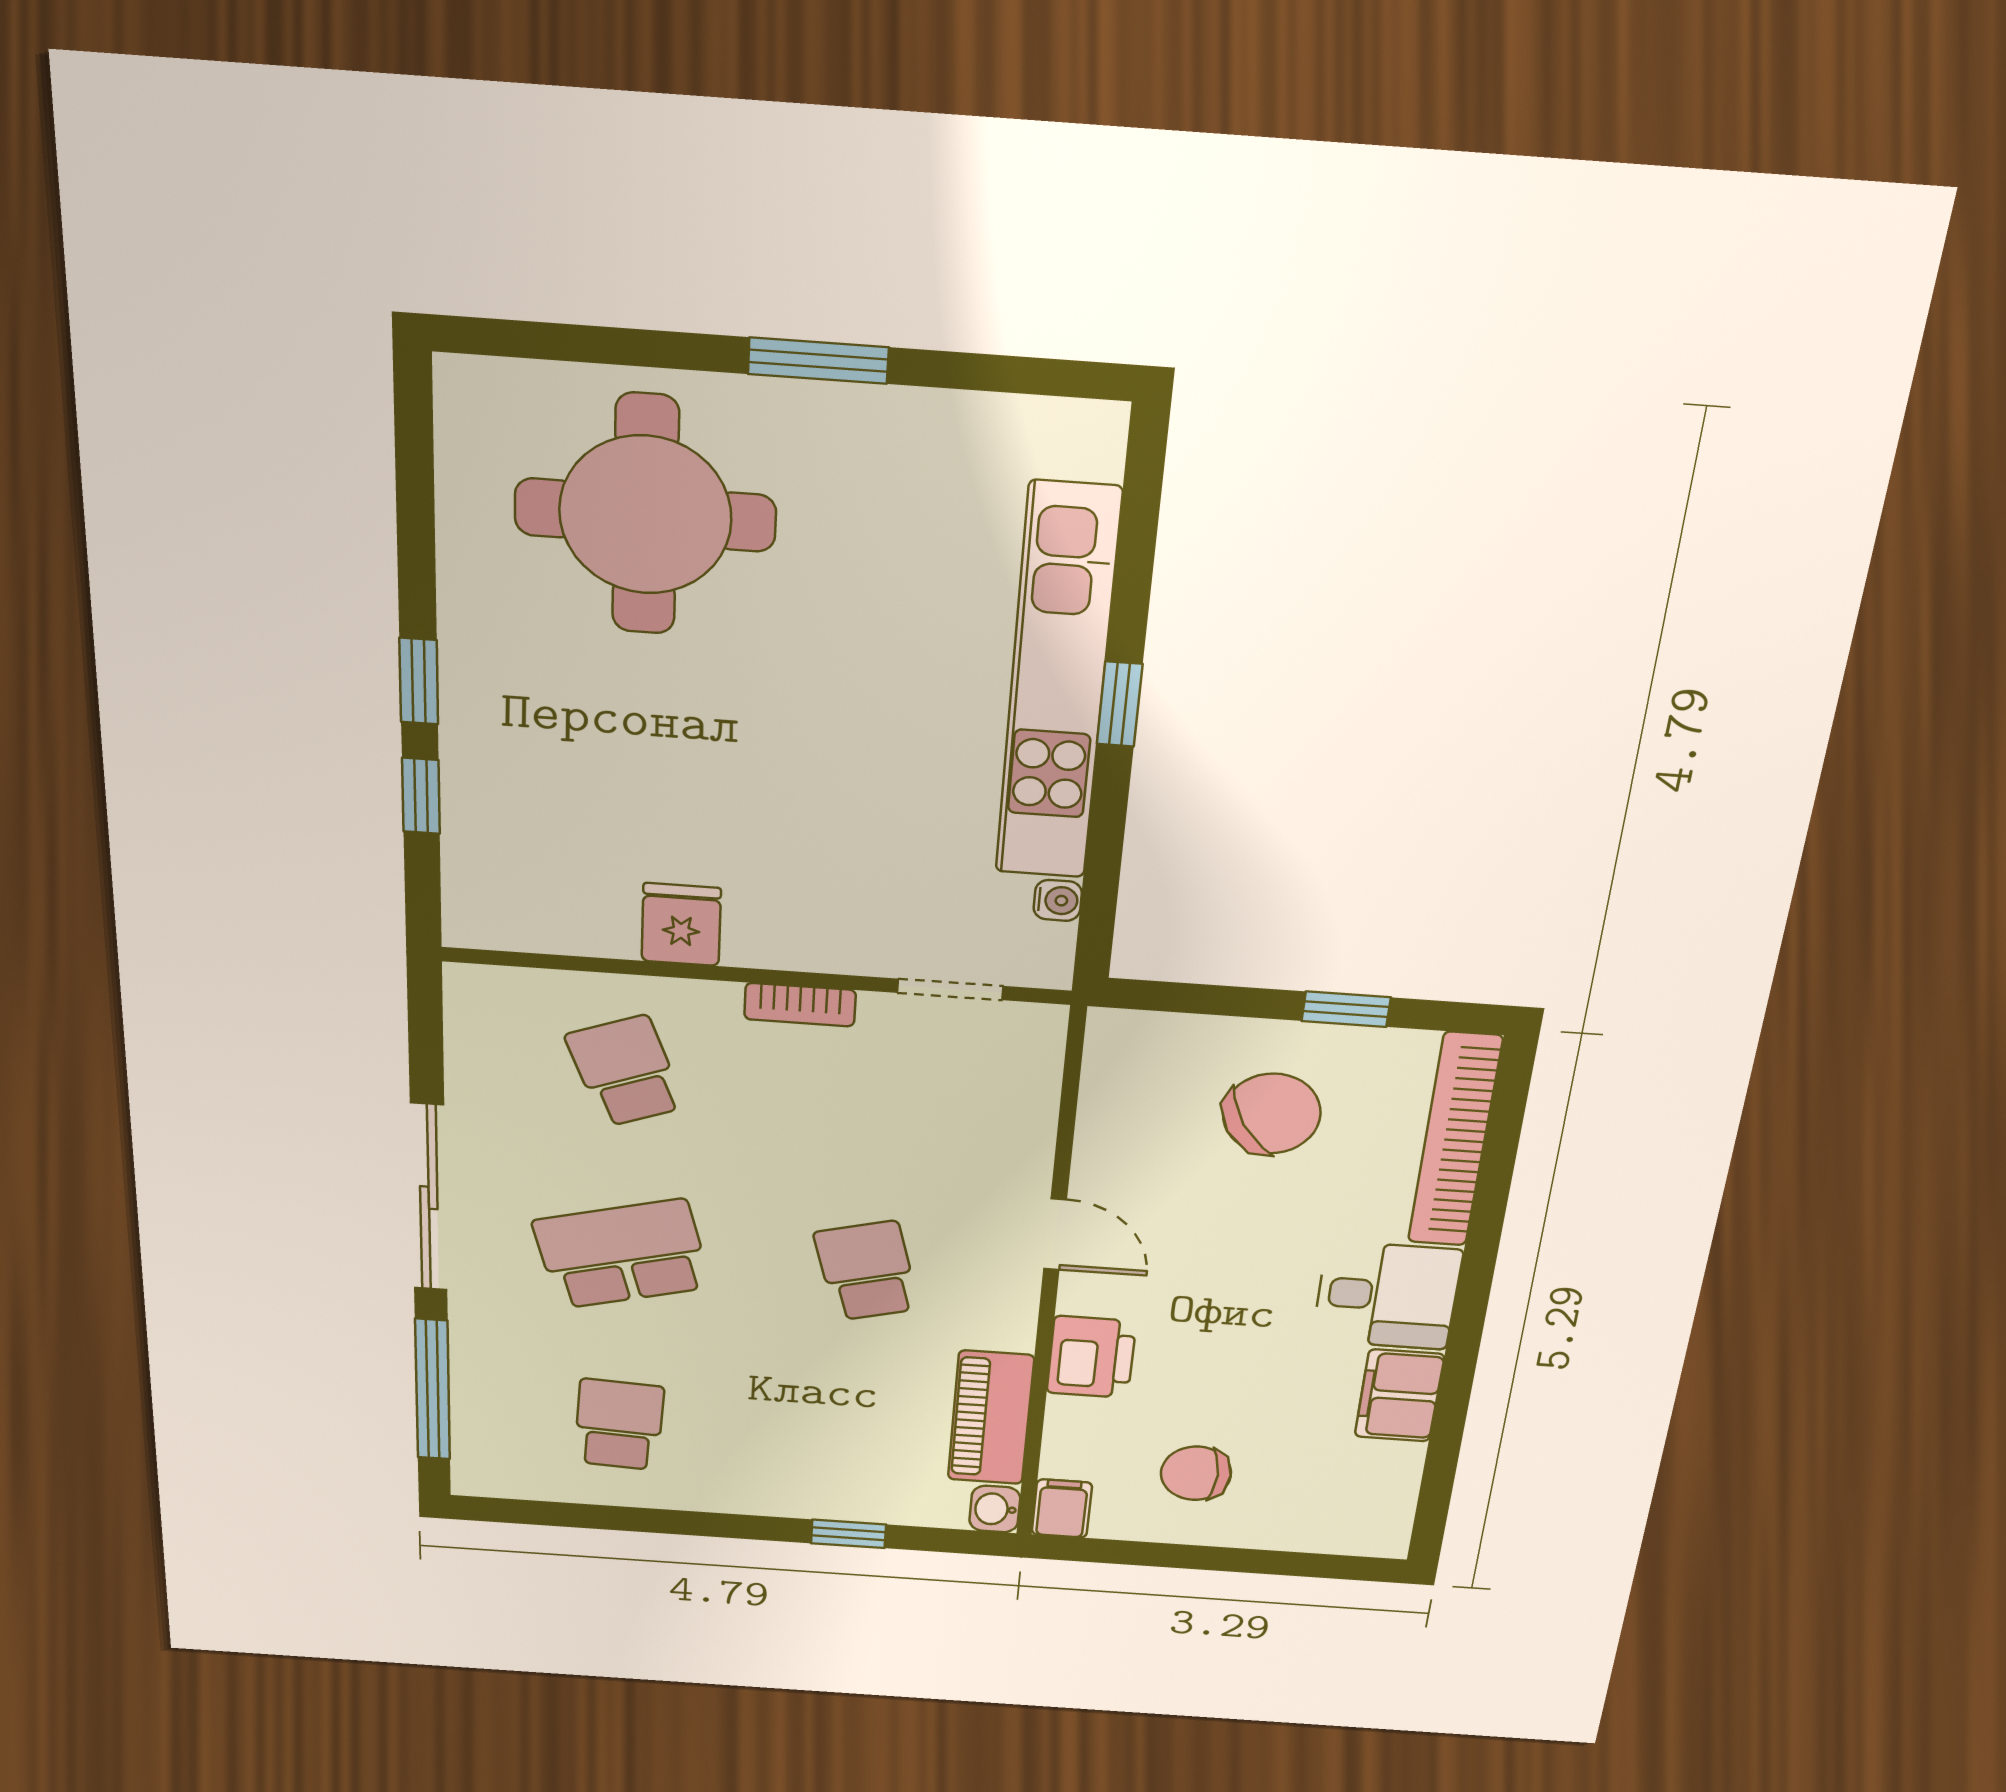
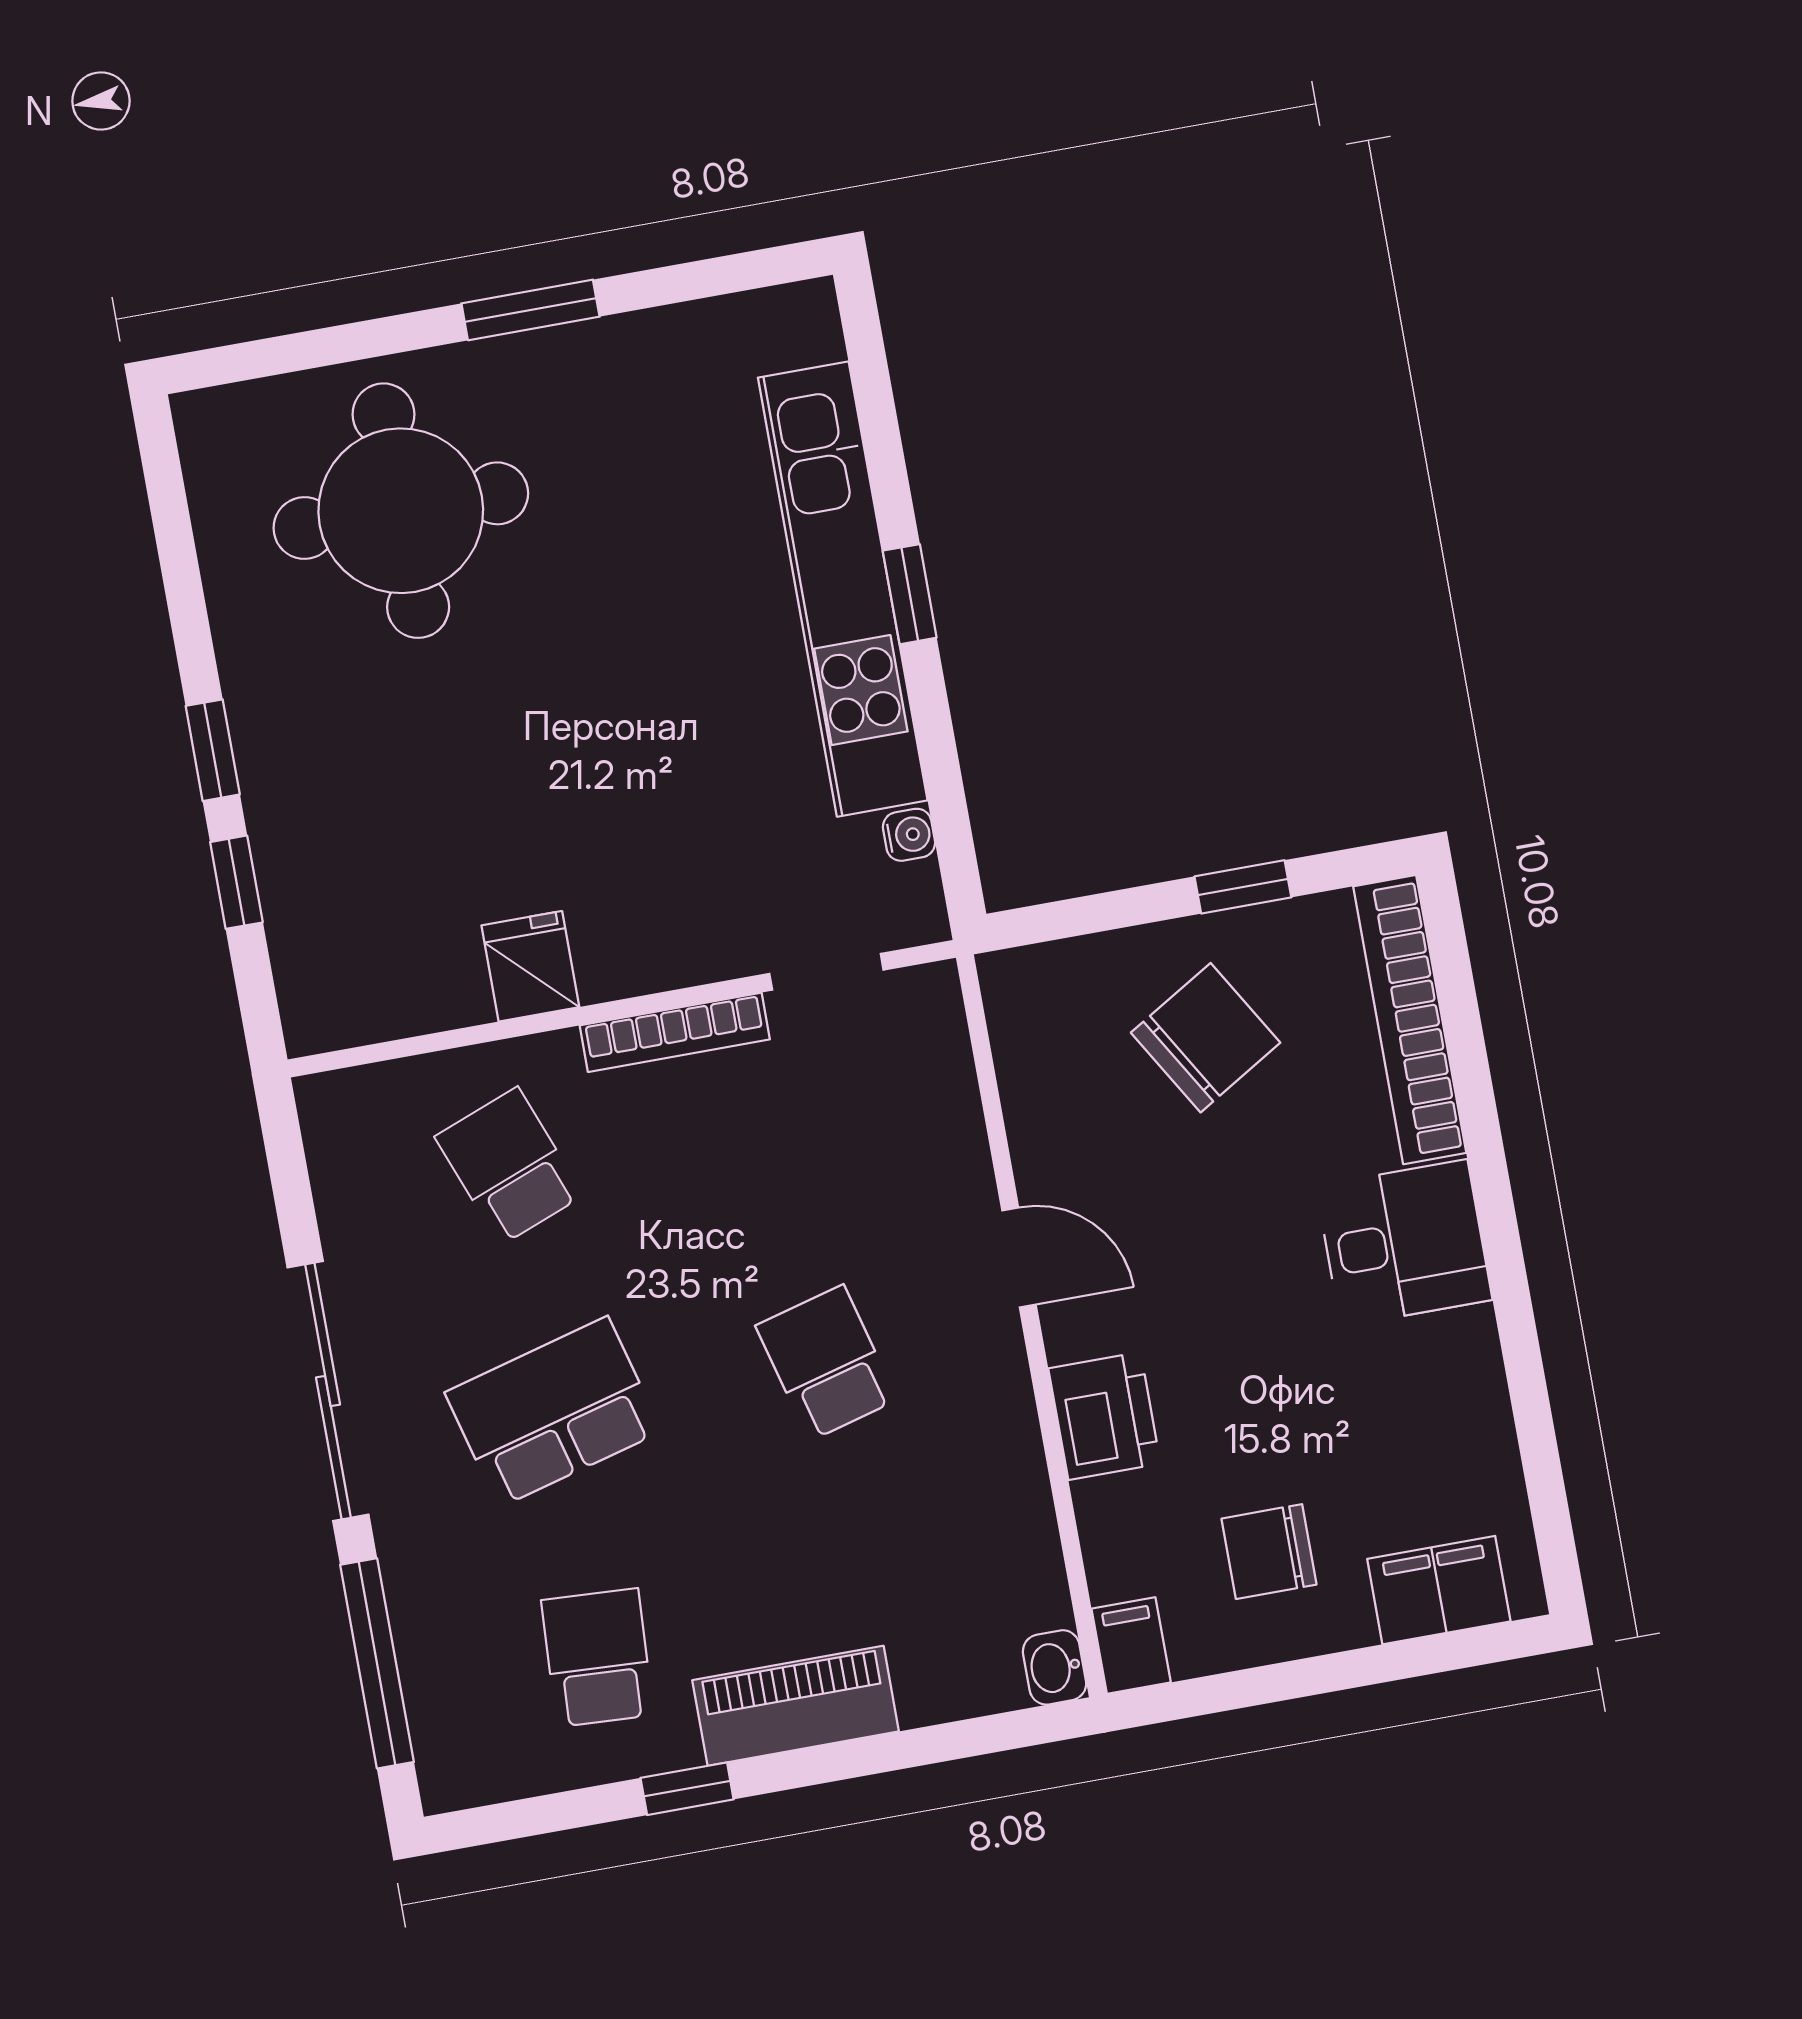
bookcase: (800, 1005) -> (675, 1032), width x1.56
filing cabinet: (1399, 1396) -> (1439, 1590), moved, turned 90
piano: (991, 1418) -> (796, 1706), moved, turned 90
window: (848, 1534) -> (687, 1789), moved

